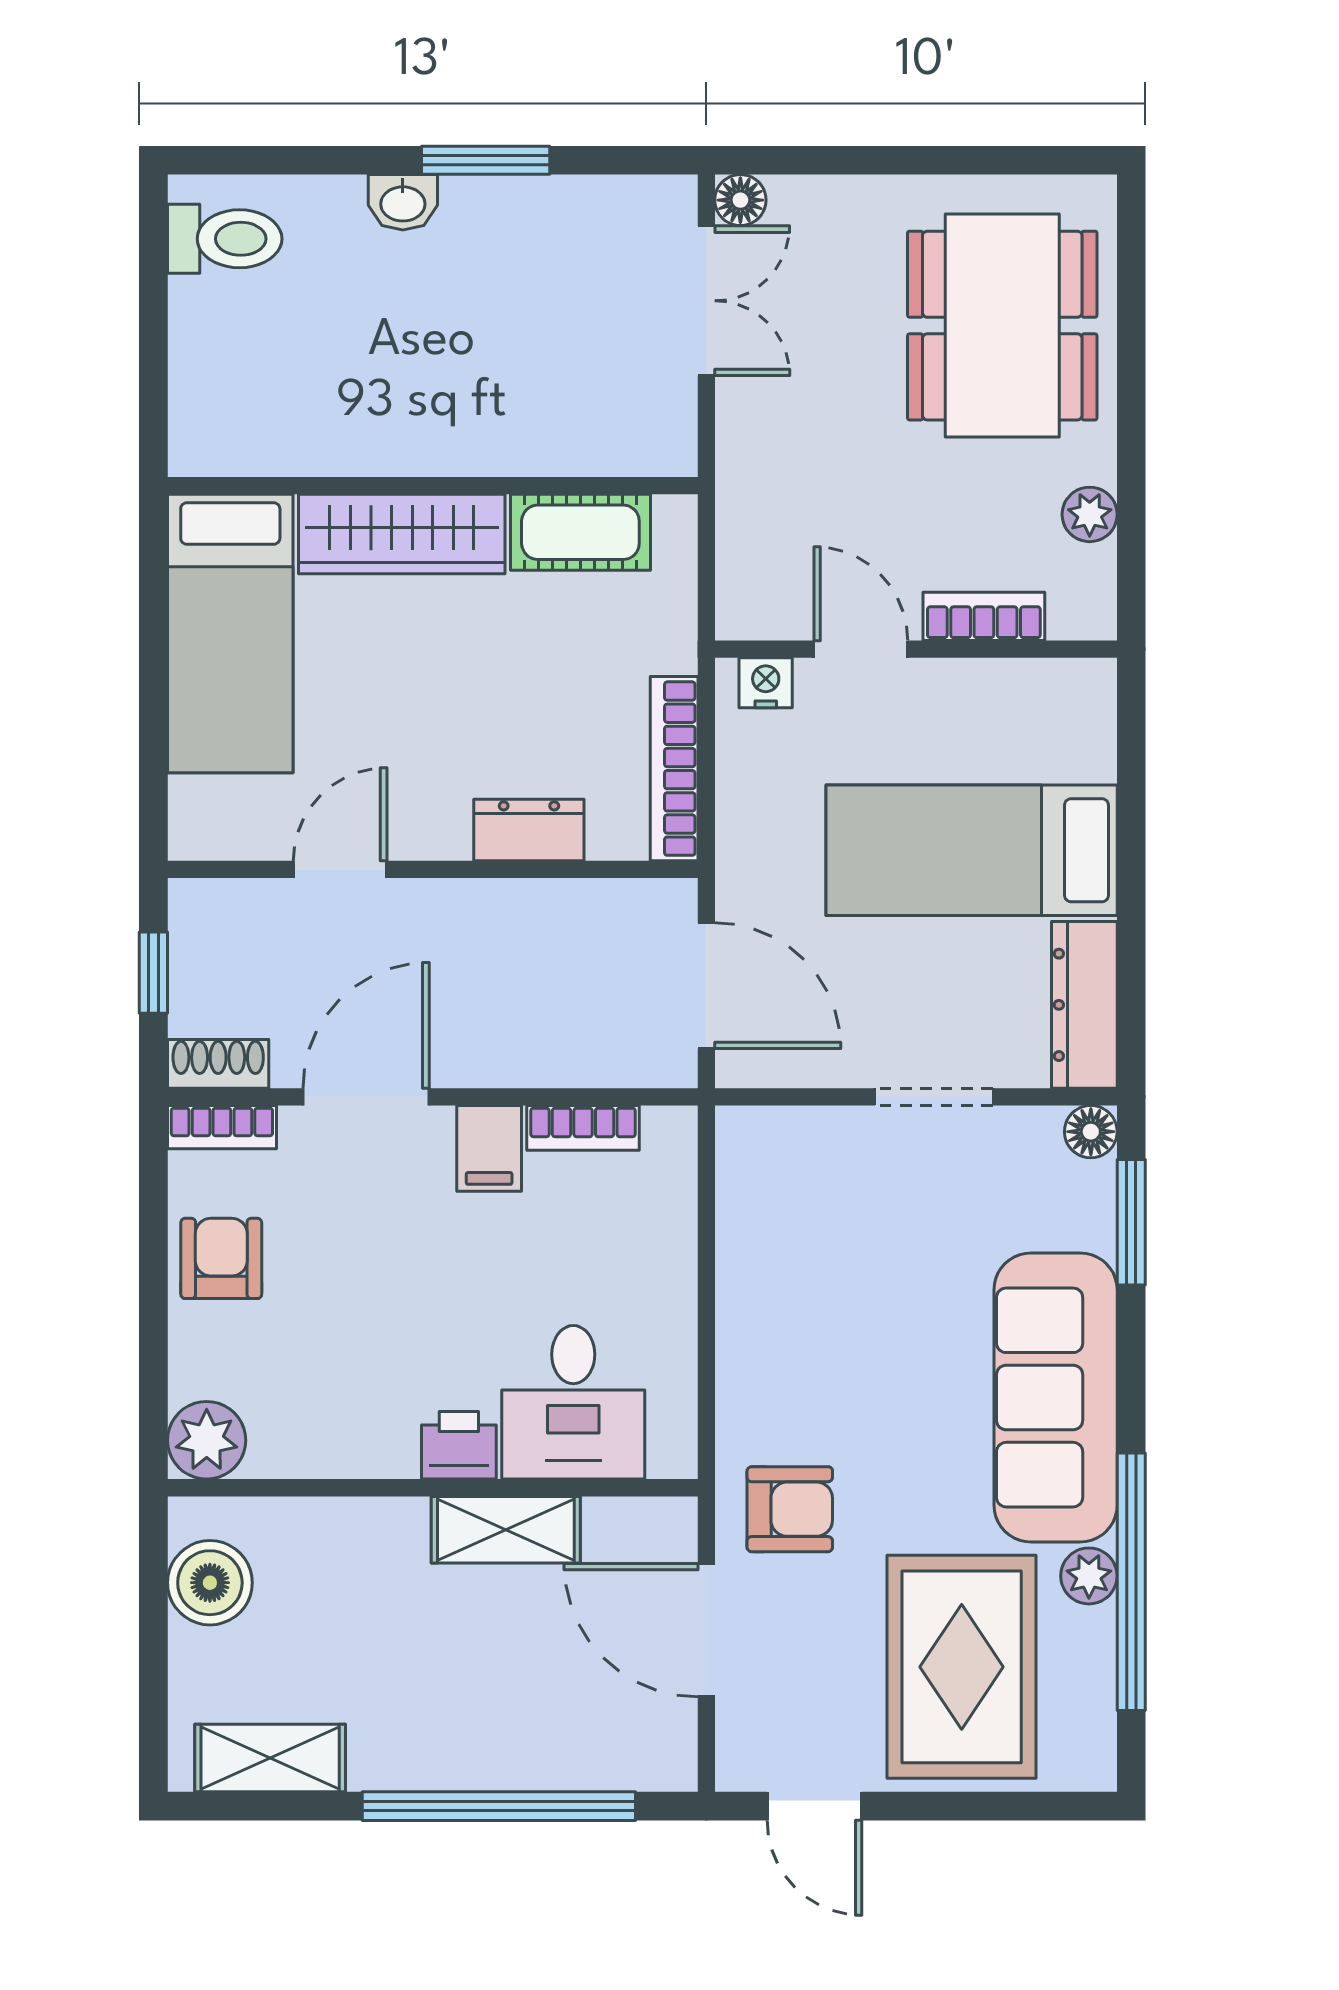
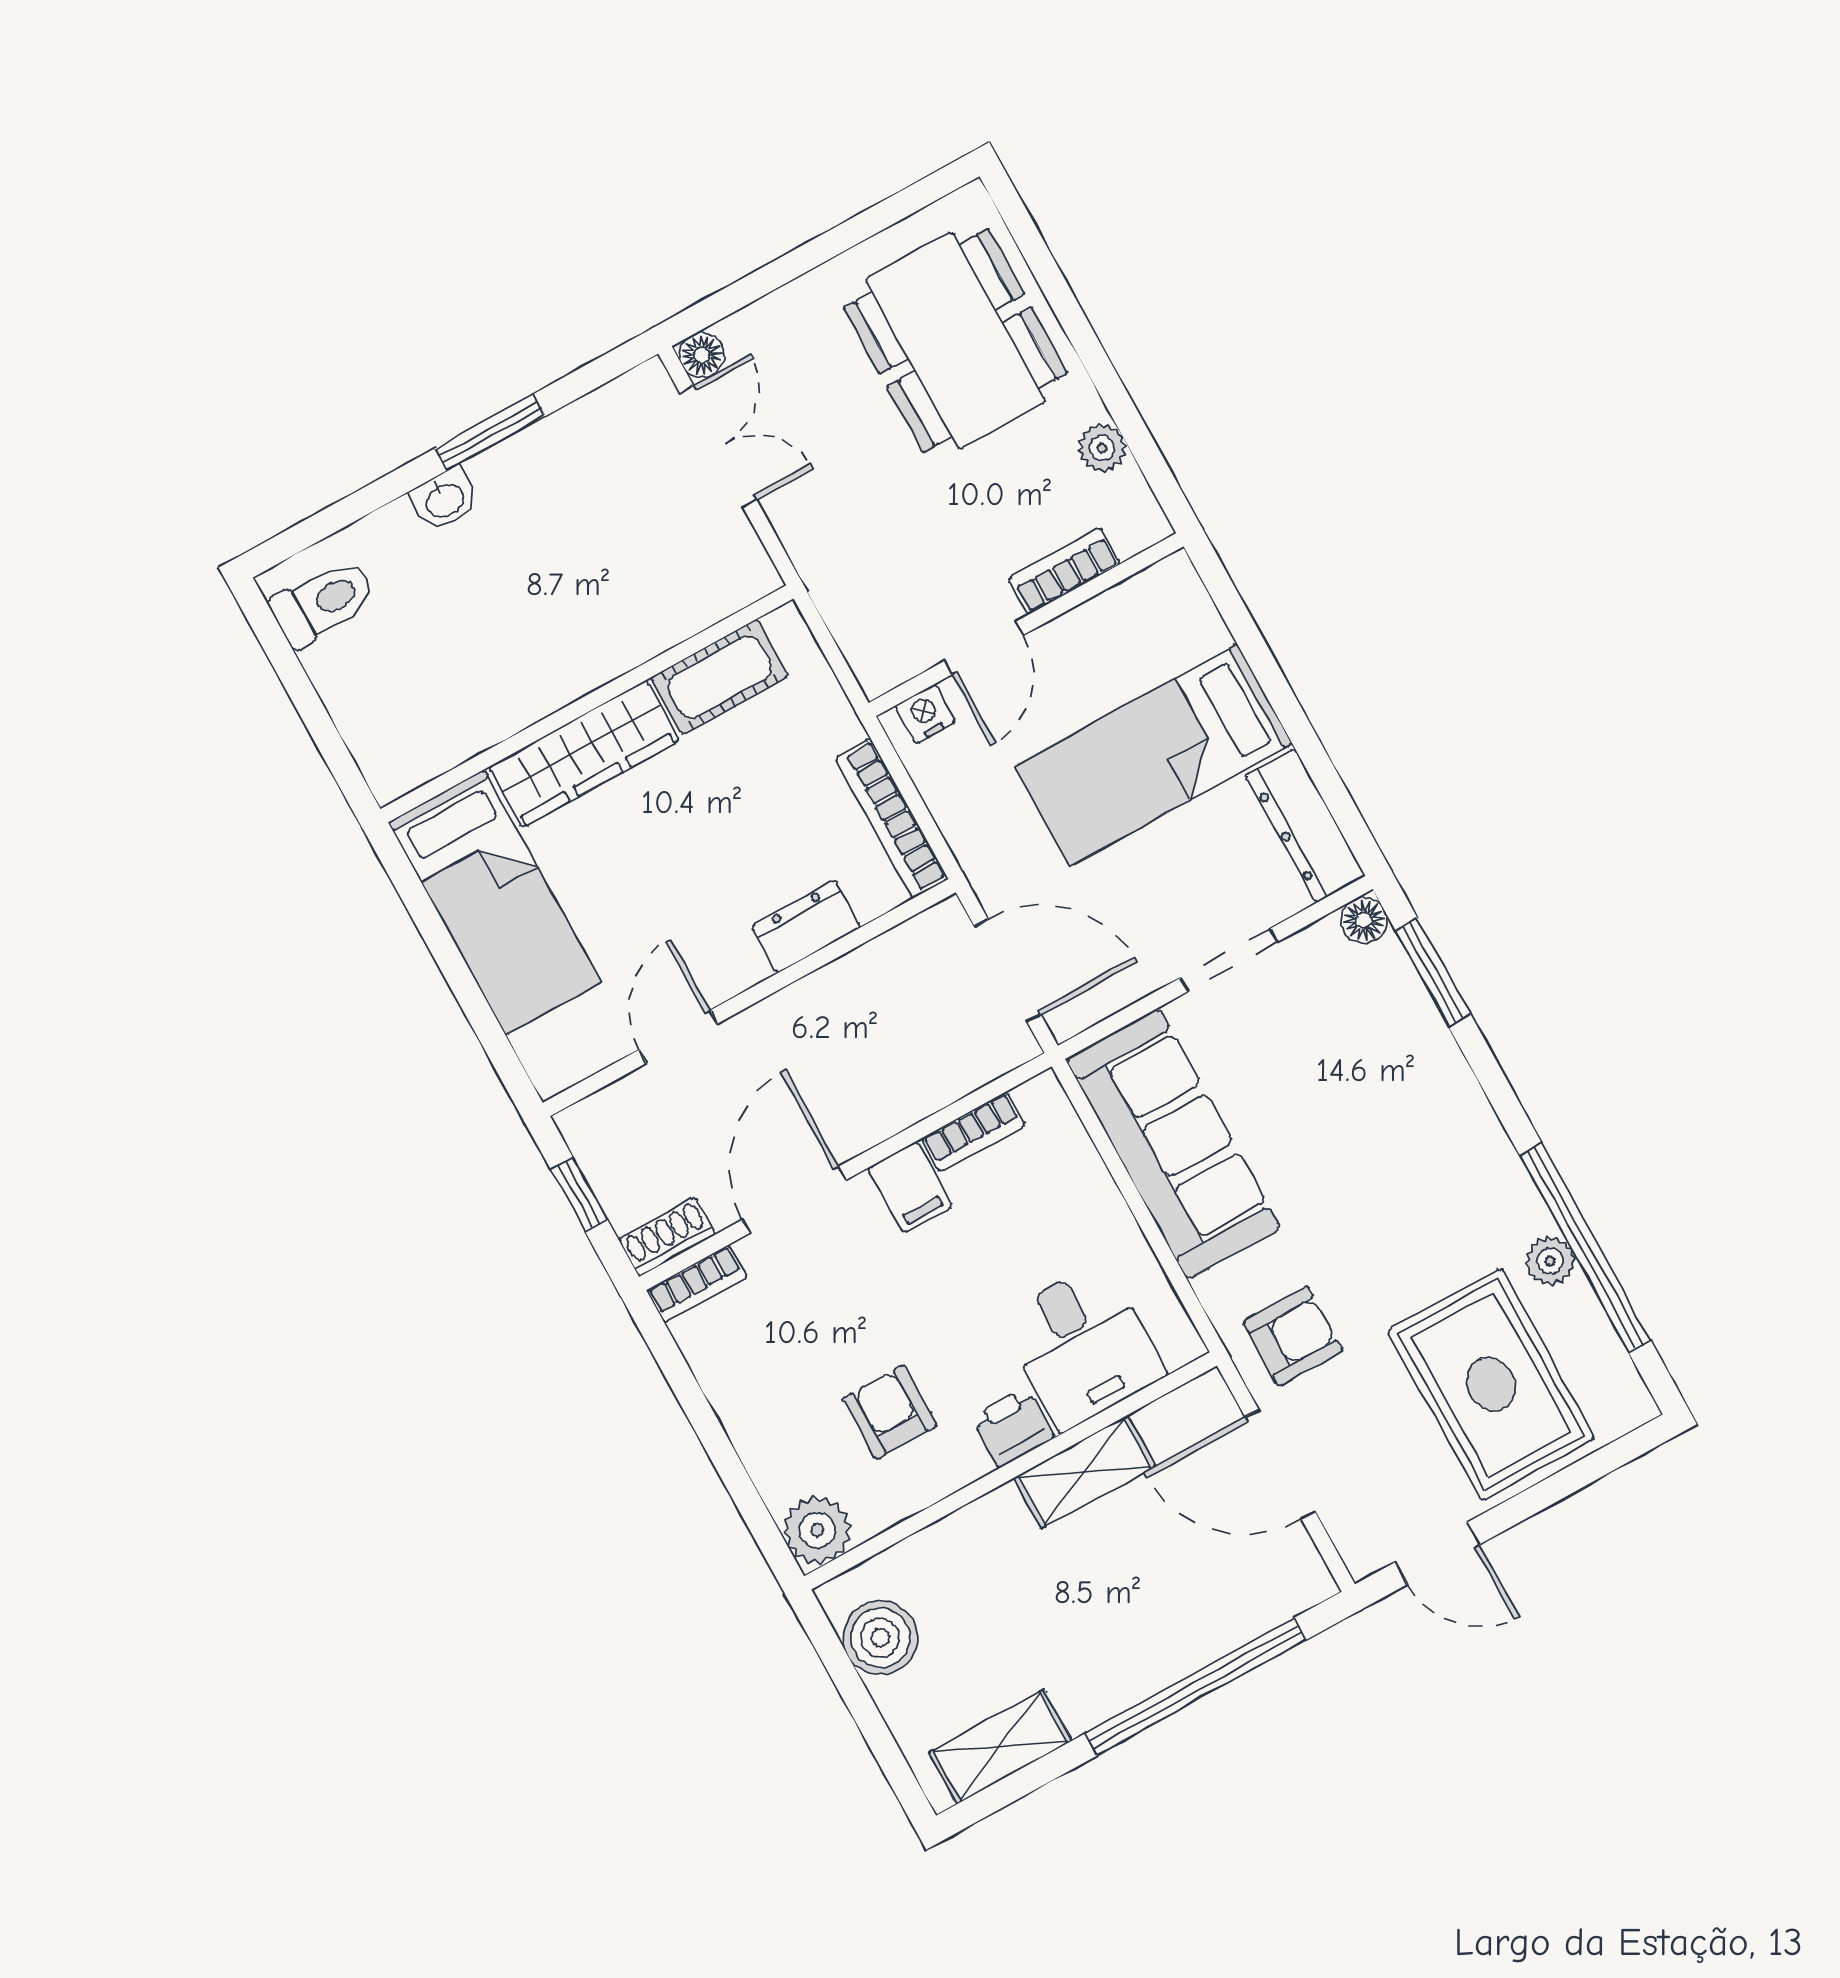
door: (861, 649) -> (984, 648), swing flipped
armchair: (221, 1258) -> (890, 1412), moved
sofa: (1056, 1397) -> (1173, 1144), moved, turned 180

